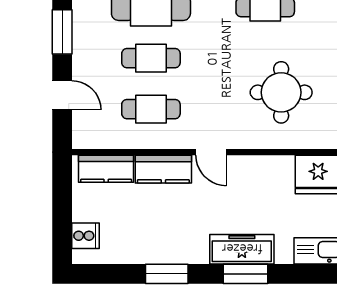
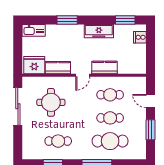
door: (211, 152) -> (83, 75), swing flipped
kitchen counter: (106, 169) -> (58, 68), moved
freezer: (242, 249) -> (99, 31), moved
window: (167, 274) -> (125, 20), moved

